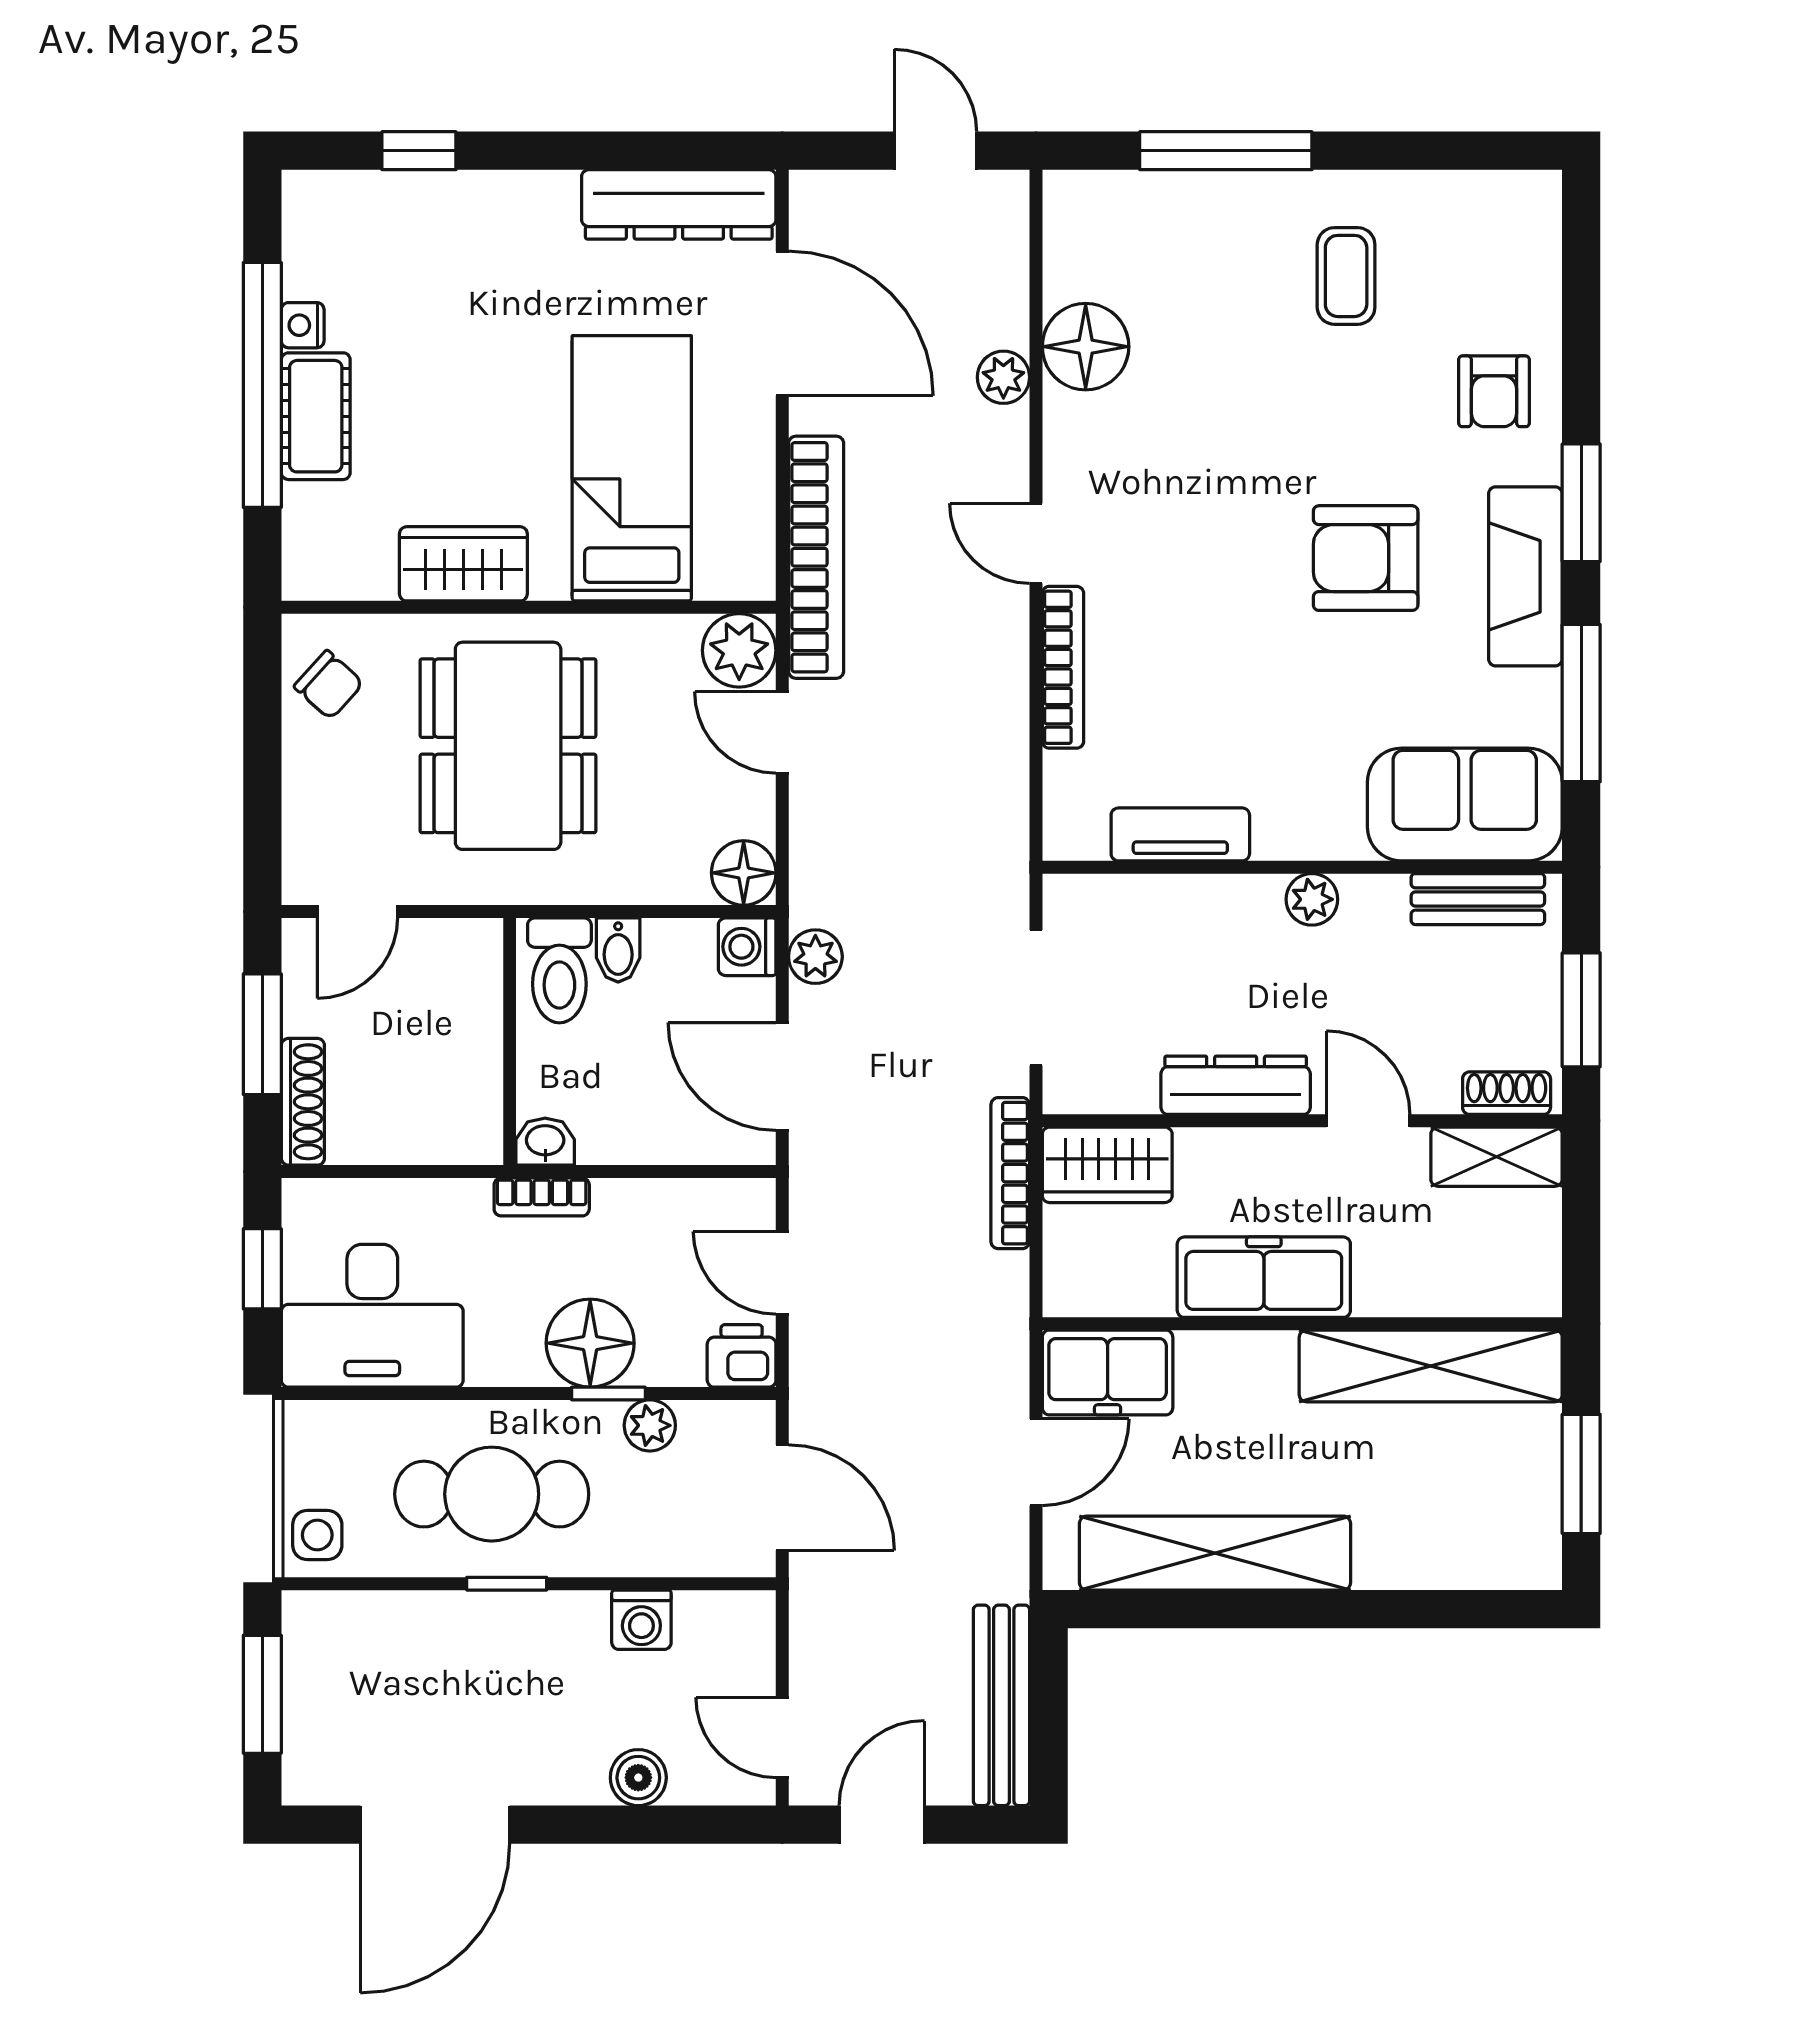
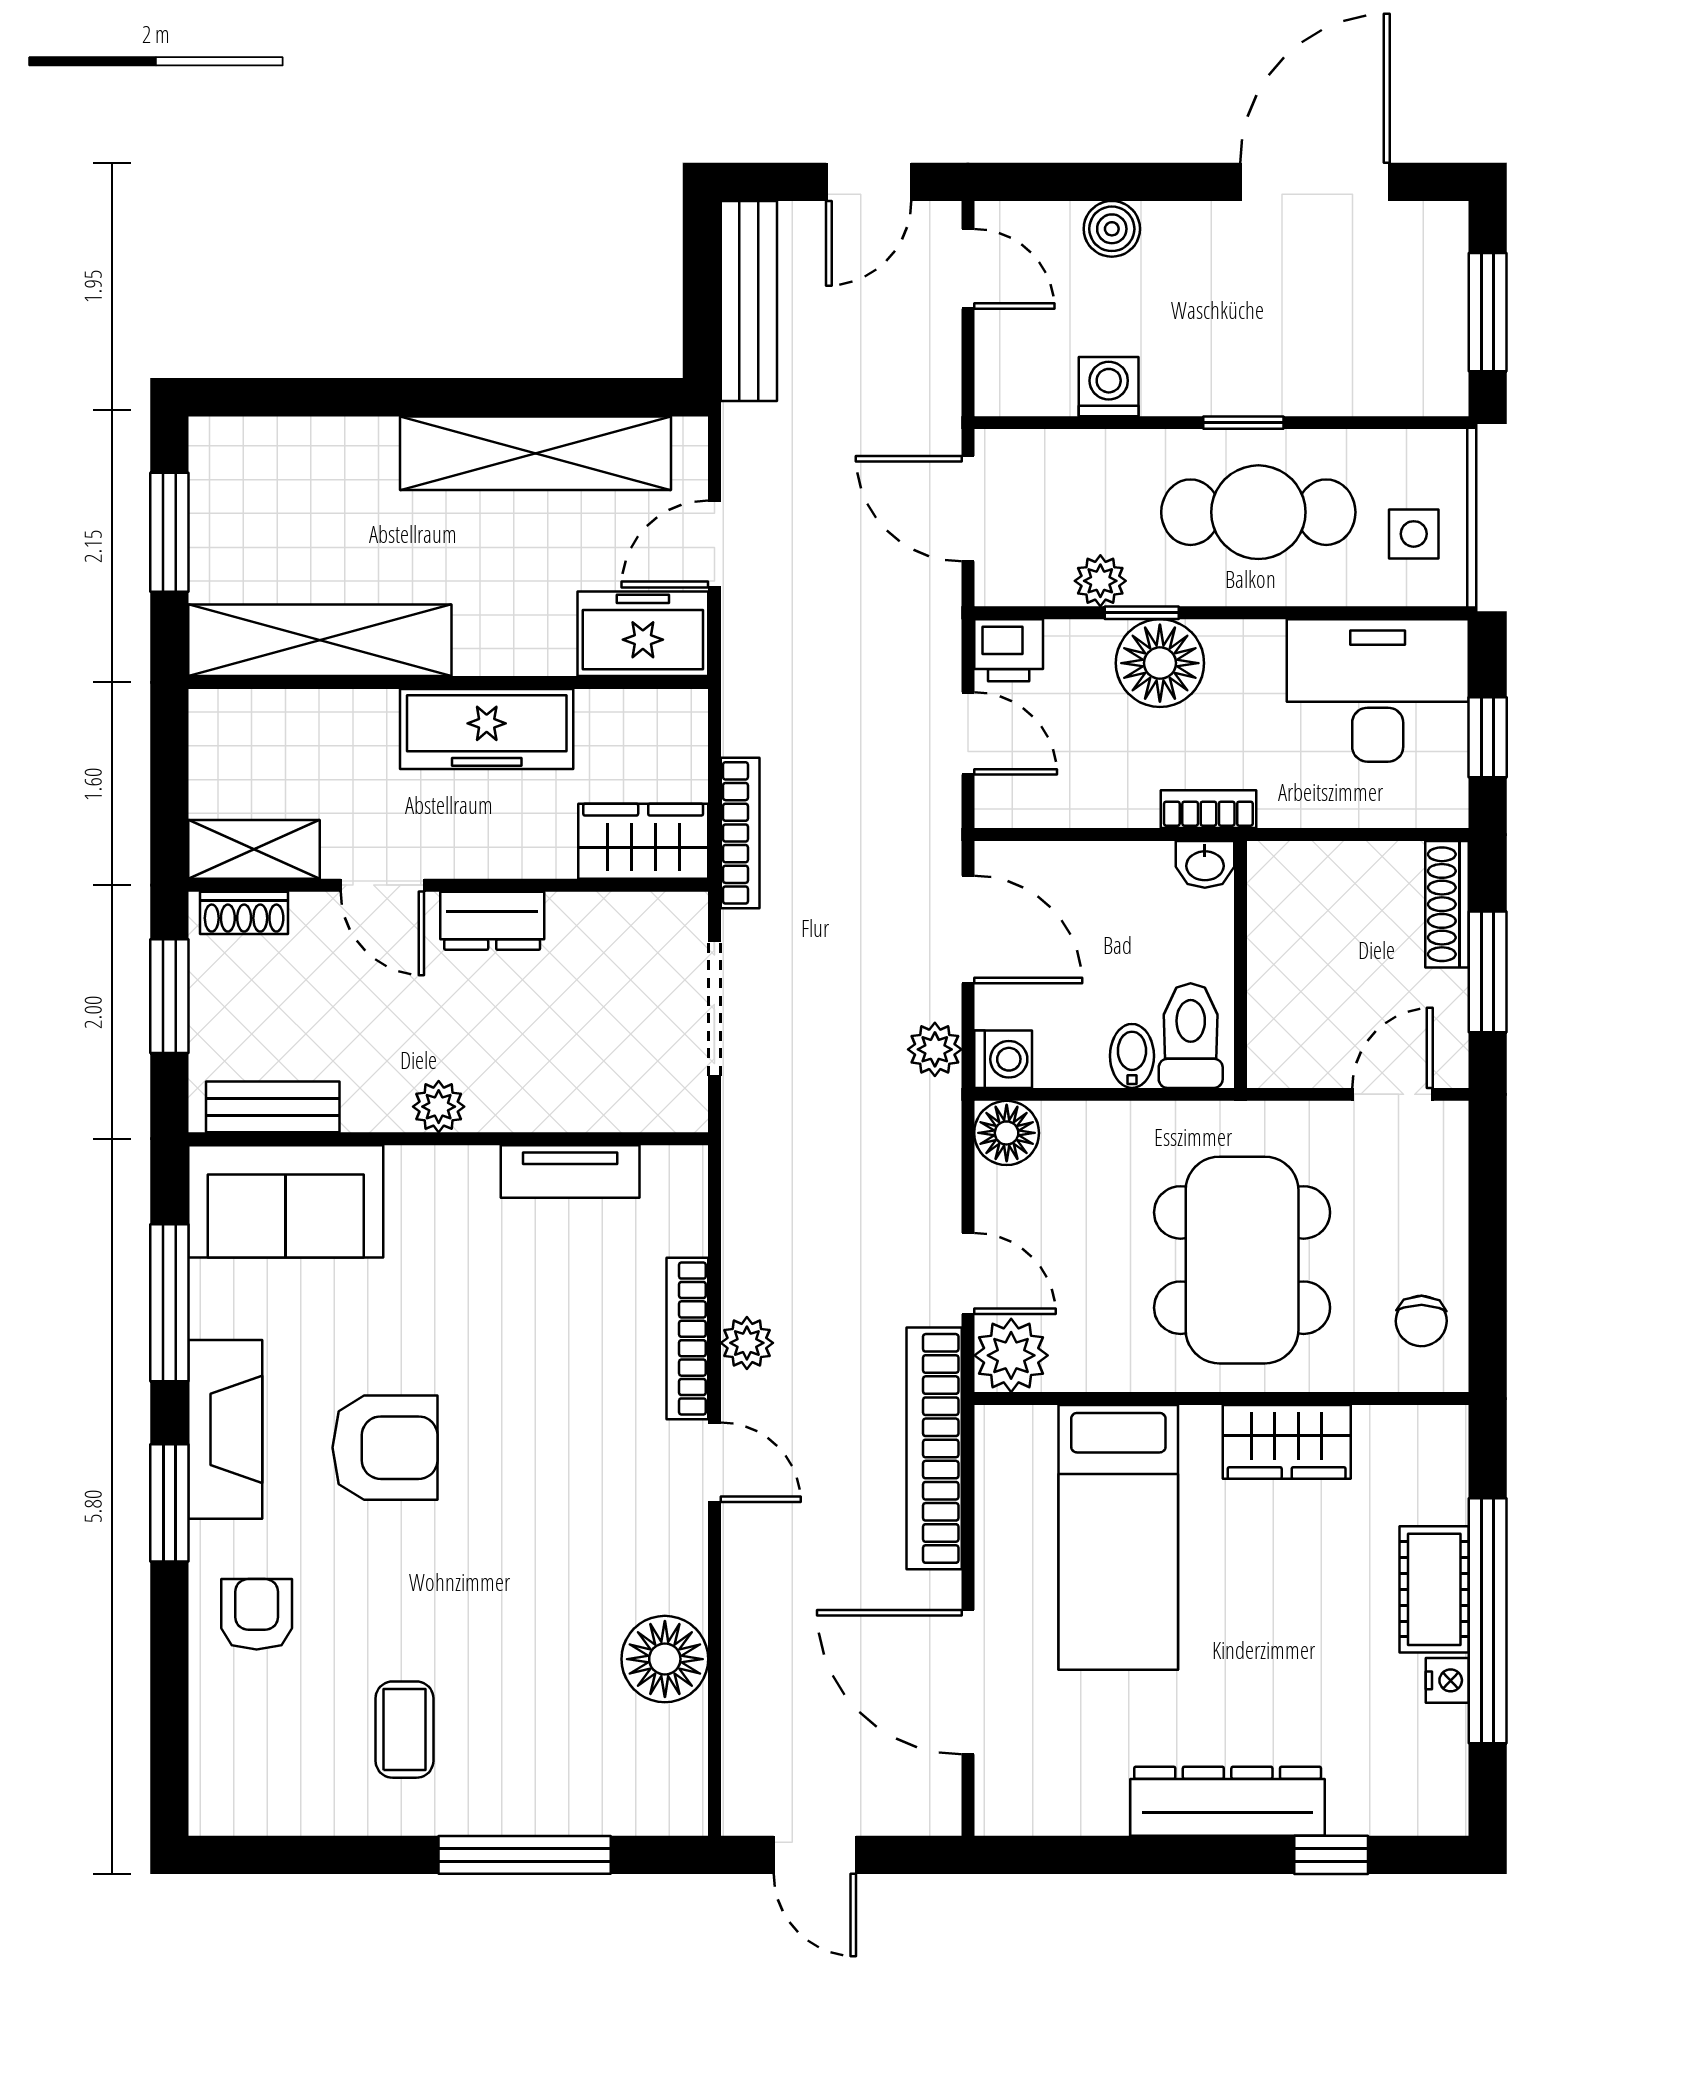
dresser: (679, 204) -> (1228, 1801), moved
plant: (1003, 377) -> (747, 1343), moved
chair: (329, 685) -> (1421, 1321), turned -131
dresser: (1236, 1085) -> (492, 921), width x0.70
side table: (317, 1535) -> (1414, 534), moved

